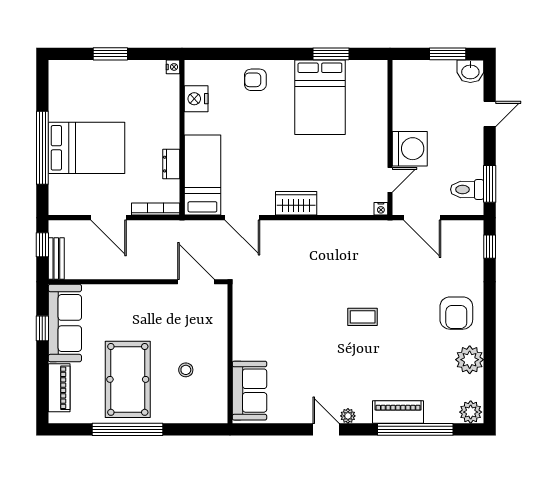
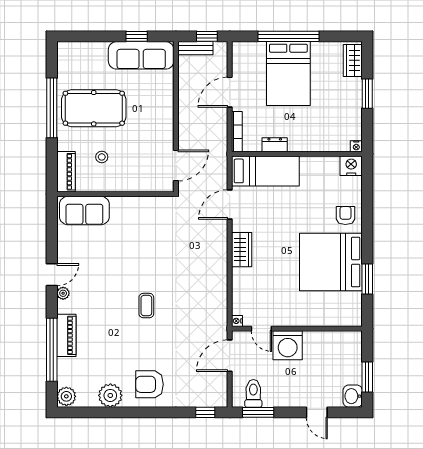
wardrobe: (71, 71) -> (353, 60), added
bed: (320, 97) -> (331, 262), width x1.36
nightstand: (196, 99) -> (351, 166), moved
piano: (59, 388) -> (66, 172), moved, turned -90

